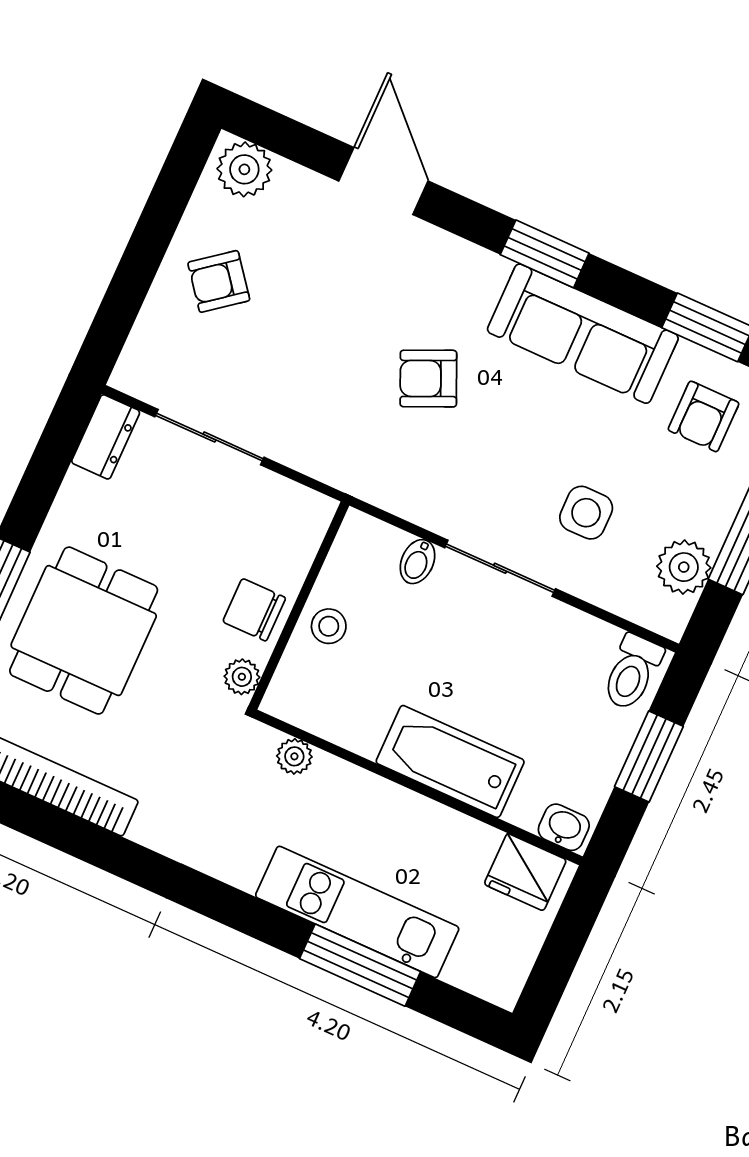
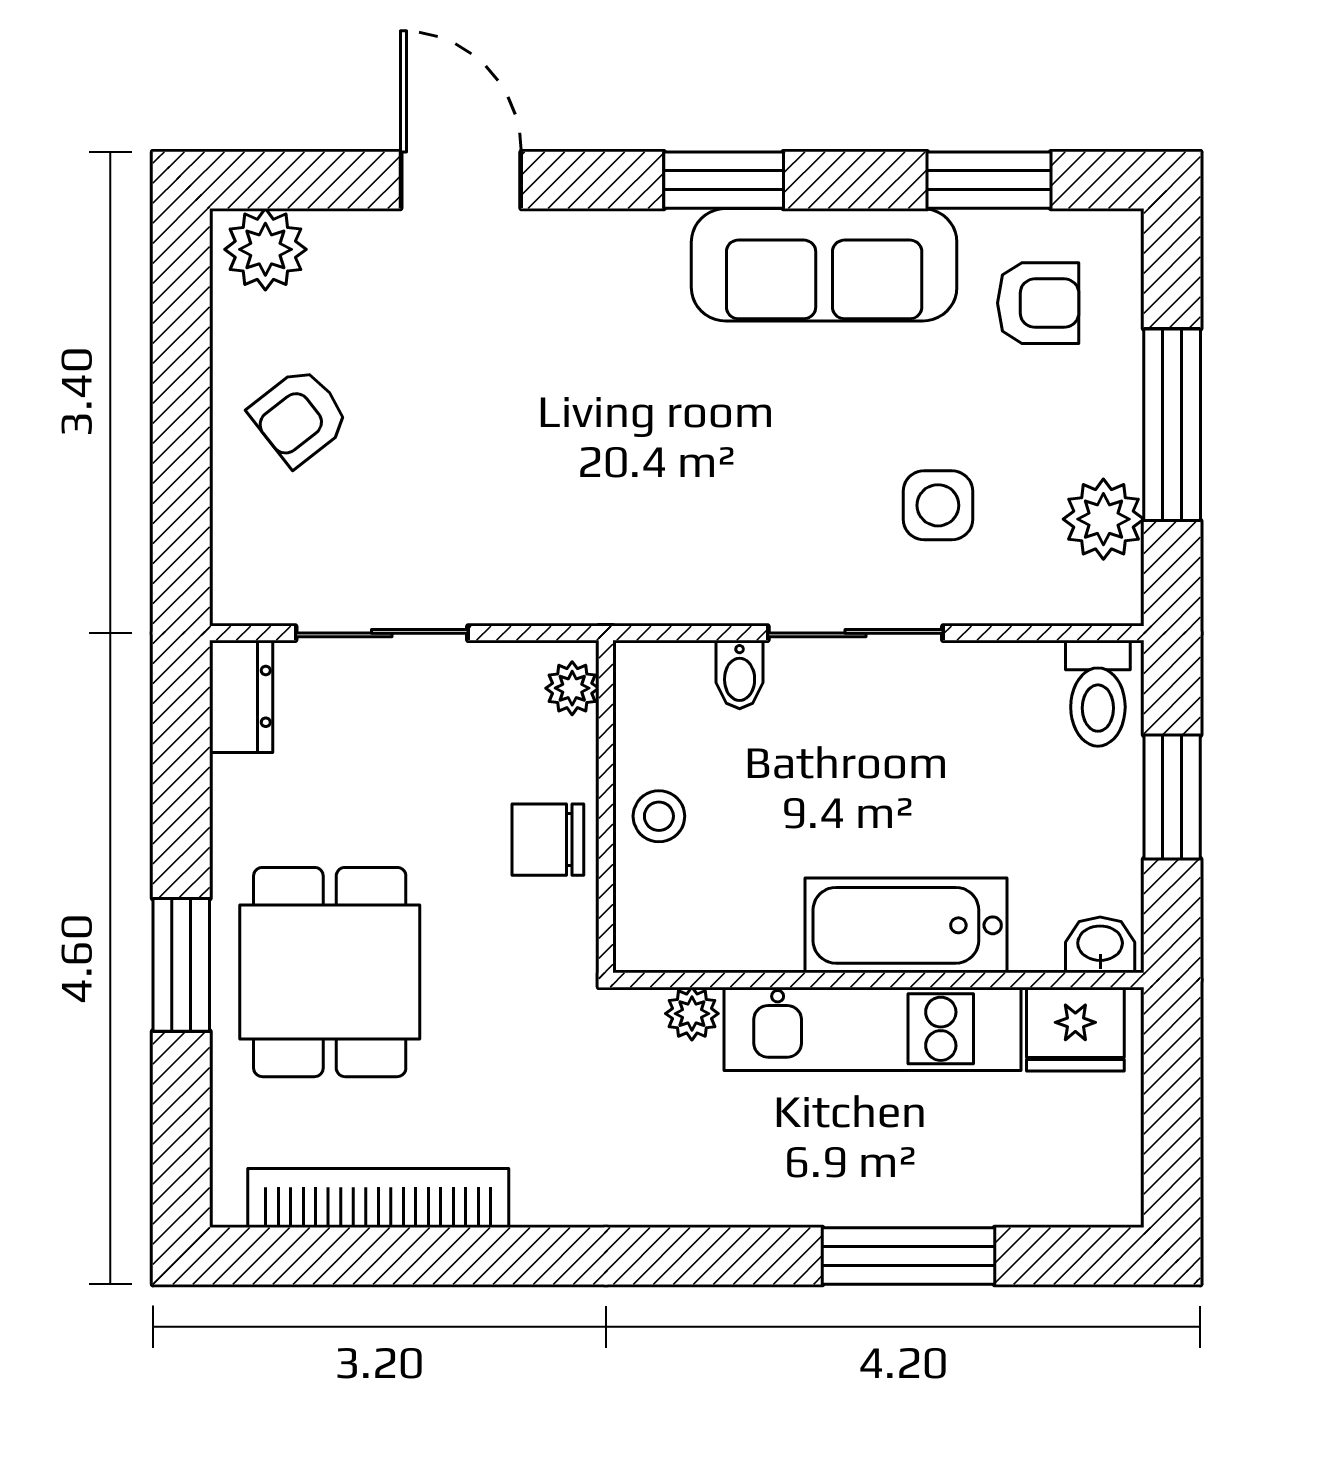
armchair: (428, 379) -> (642, 420), removed
armchair: (704, 416) -> (1038, 303), turned -90
plant: (242, 677) -> (572, 688), moved
kitchen unit: (357, 912) -> (873, 1029), moved, turned 180

